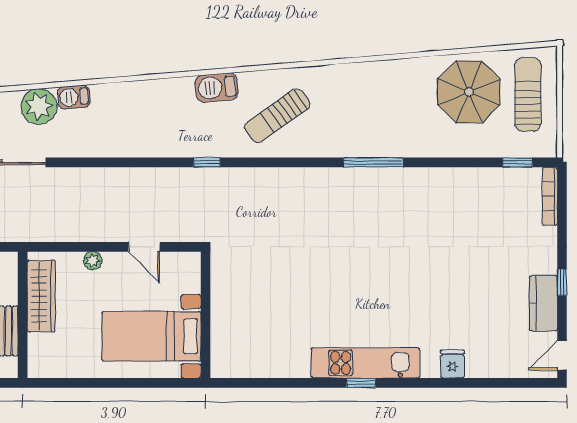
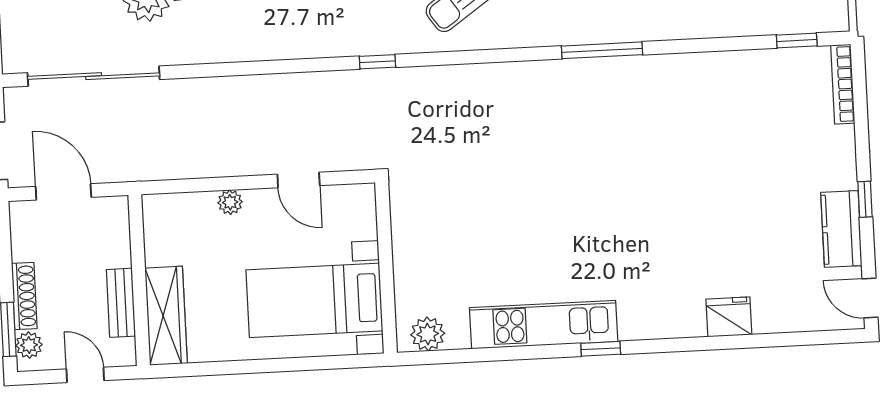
wardrobe: (41, 296) -> (166, 316), moved
door: (562, 355) -> (870, 298), hinge flipped
kitchen unit: (366, 363) -> (544, 325), moved
fridge: (452, 364) -> (729, 317), width x1.38
plant: (234, 365) -> (428, 334), added

